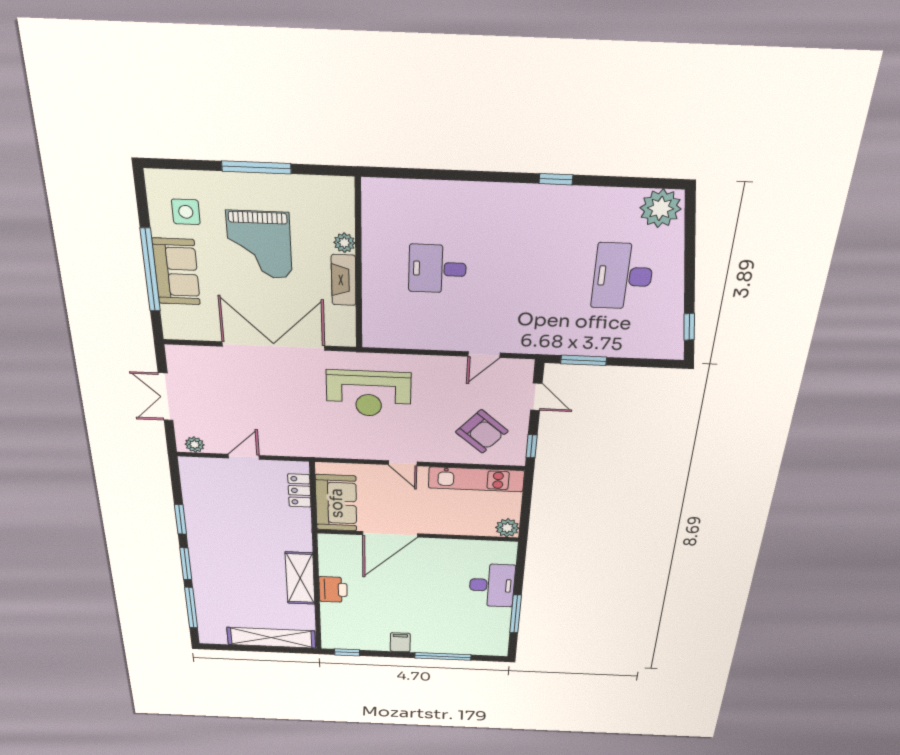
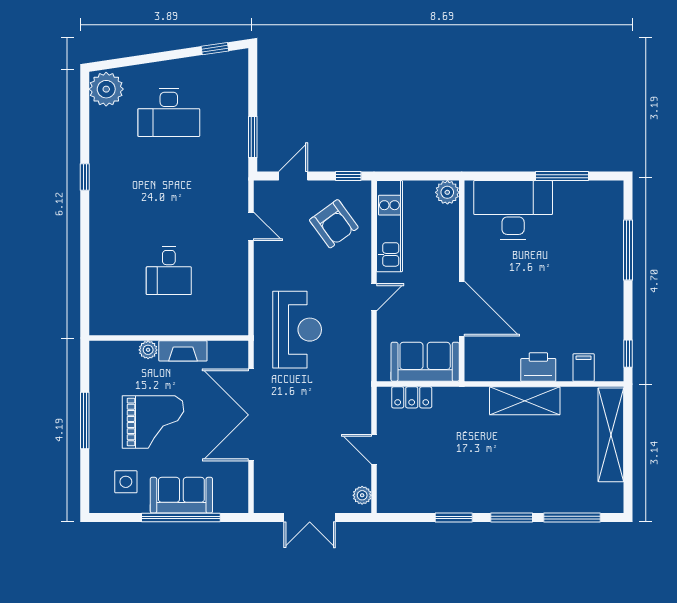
armchair: (482, 432) -> (334, 224), turned 103
desk: (492, 585) -> (513, 210), width x1.36, depth x1.30
filing cabinet: (400, 642) -> (584, 368), moved, turned 90

